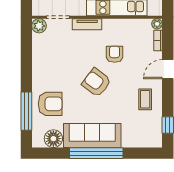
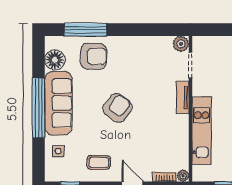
armchair: (115, 54) -> (149, 128), removed
armchair: (50, 104) -> (94, 56), turned -90
side table: (135, 136) -> (58, 151), added

